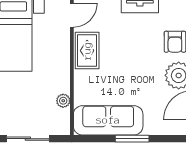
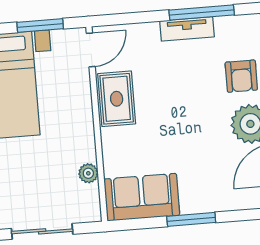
sofa: (108, 120) -> (142, 197), width x0.73

